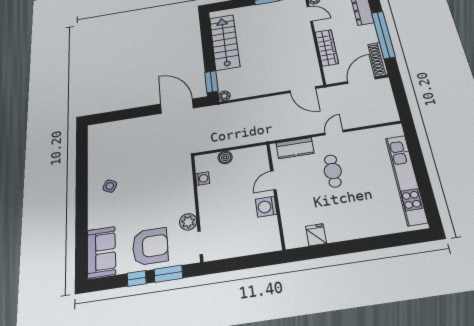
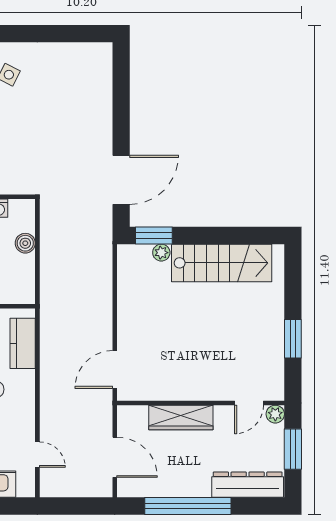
shoe rack: (378, 59) -> (146, 488), removed
plant: (224, 96) -> (161, 253), moved
door: (334, 132) -> (37, 455), moved

